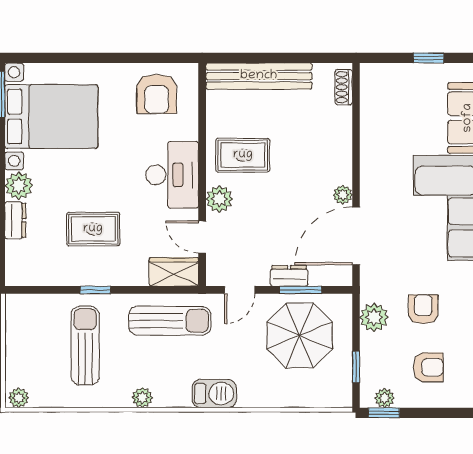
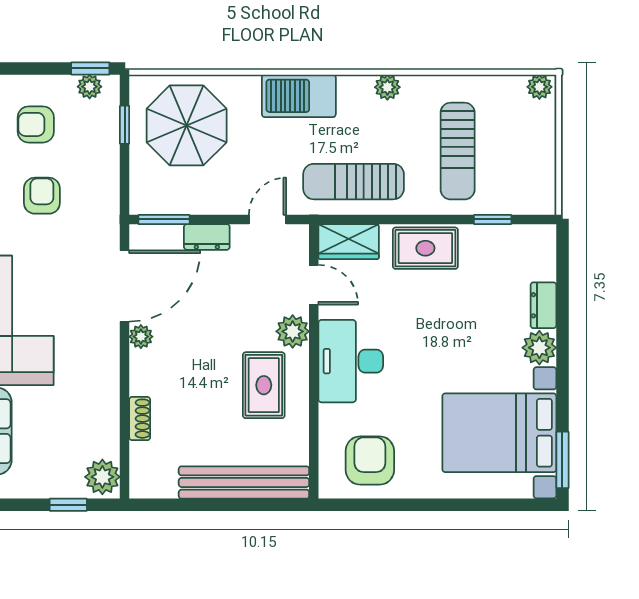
window: (428, 58) -> (68, 505), moved
shoe rack: (344, 87) -> (140, 419), moved
rug: (243, 155) -> (264, 385), turned 90
rug: (93, 229) -> (425, 248), moved
window: (95, 290) -> (493, 219), moved
window: (300, 290) -> (164, 219), moved
armchair: (423, 309) -> (42, 196), turned 180
plant: (374, 317) -> (102, 477), moved
parasol: (299, 335) -> (187, 125), moved
barbecue: (214, 394) -> (299, 96), width x1.37, depth x1.21

